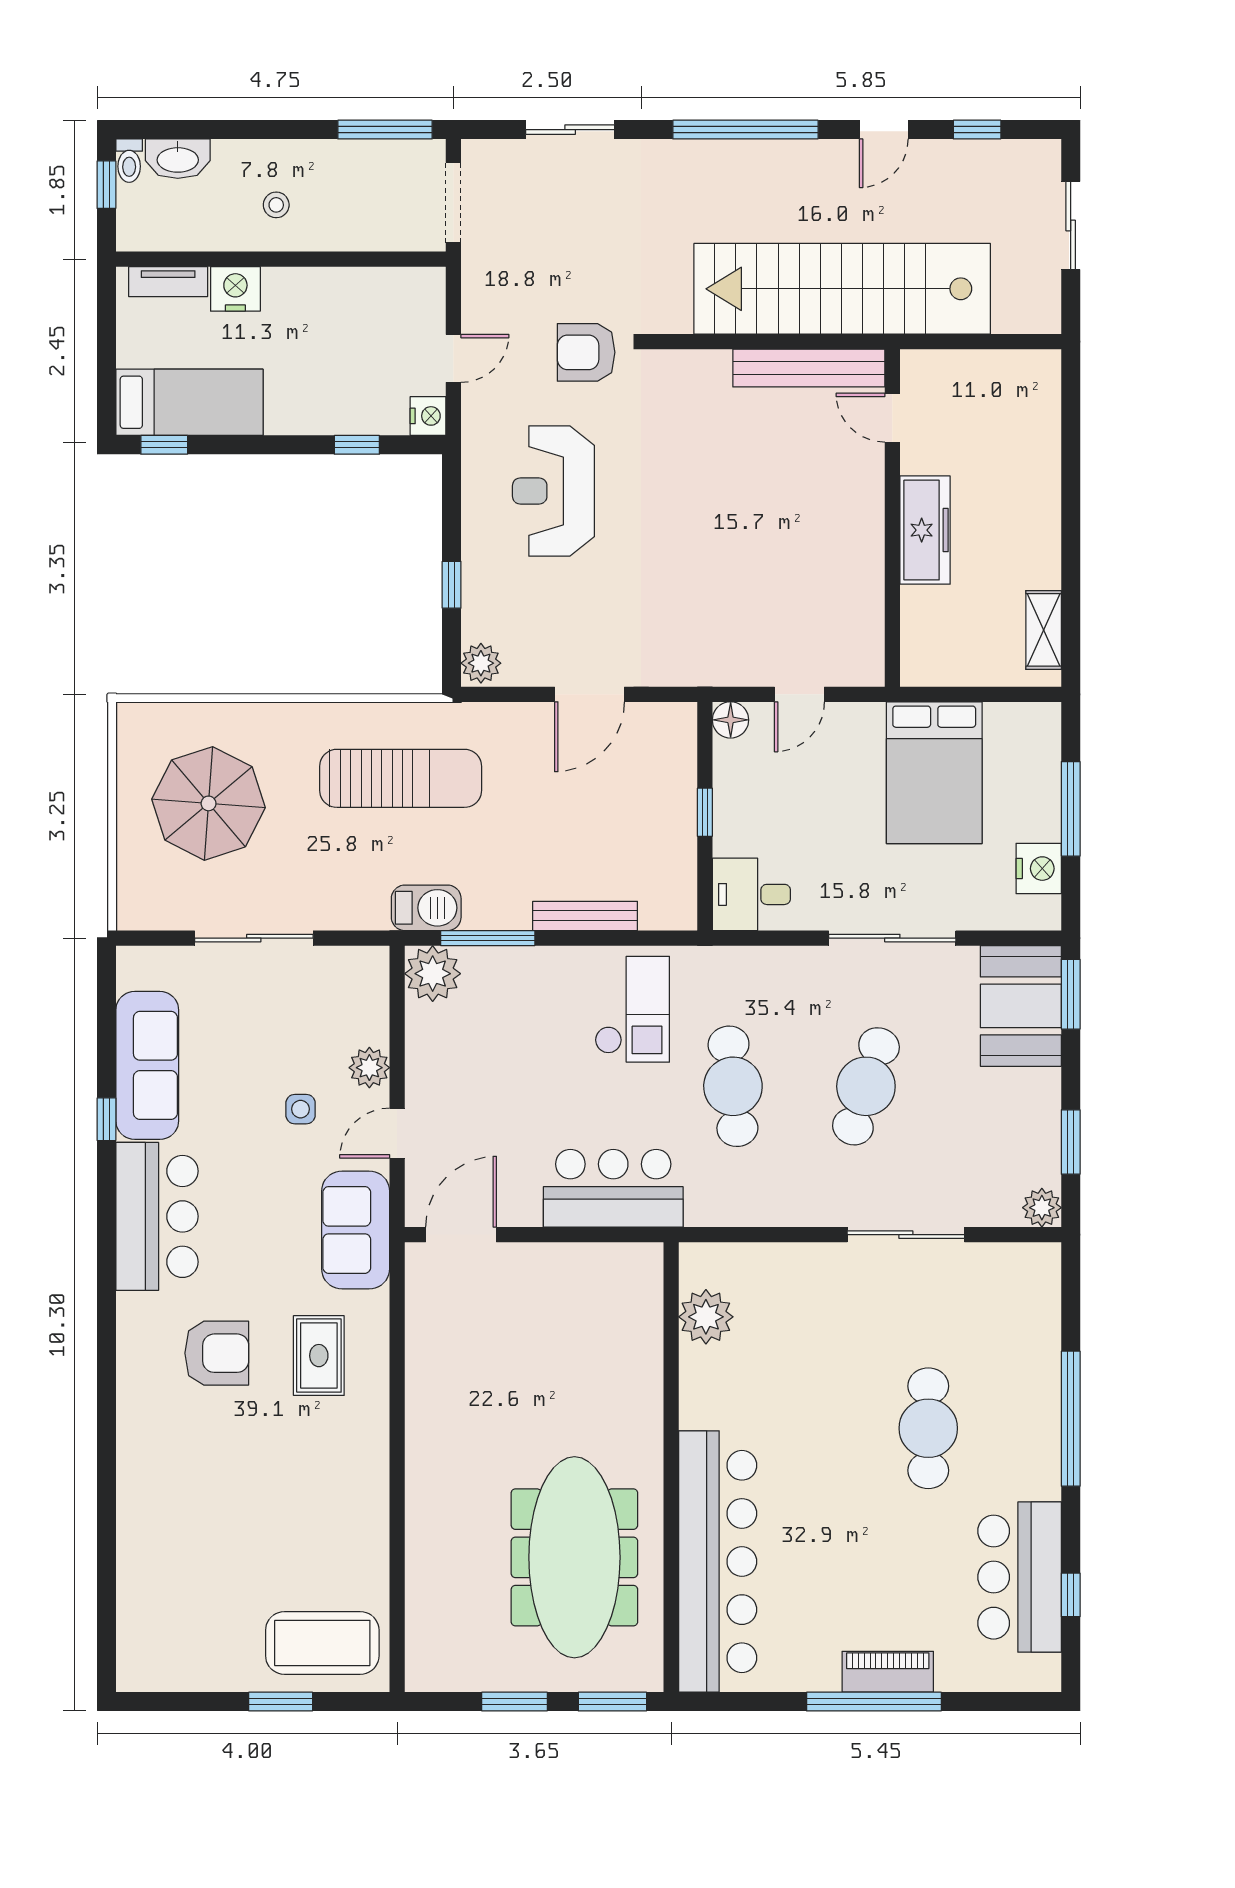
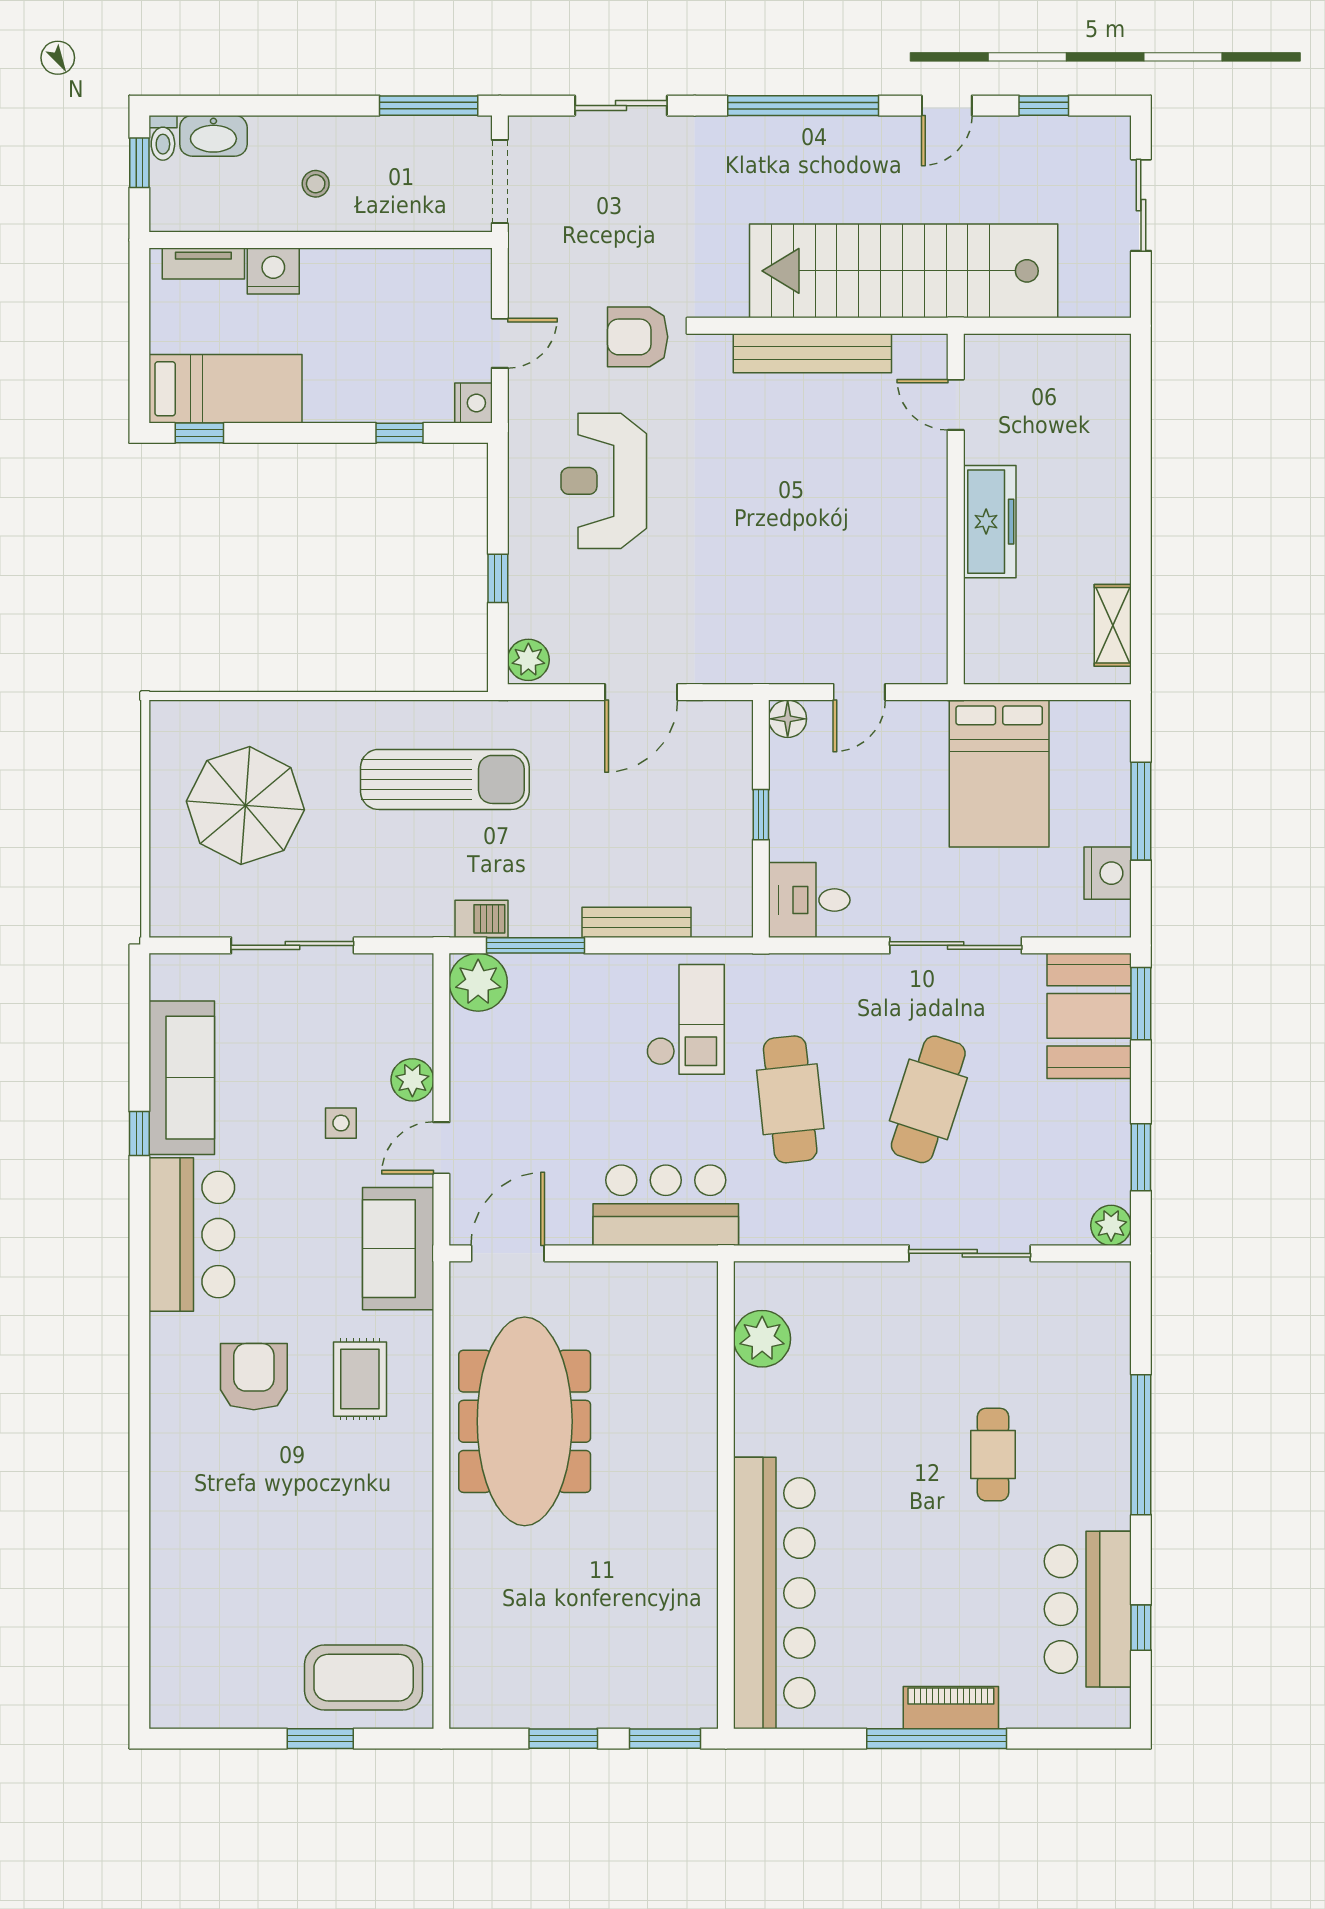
bench: (809, 368) -> (812, 353), moved
barbecue: (426, 908) -> (481, 919), width x0.73, depth x0.79
armchair: (217, 1353) -> (254, 1377), turned -90
cafe table: (928, 1428) -> (993, 1455), width x0.73, depth x0.74
meeting table: (574, 1557) -> (525, 1421), moved

